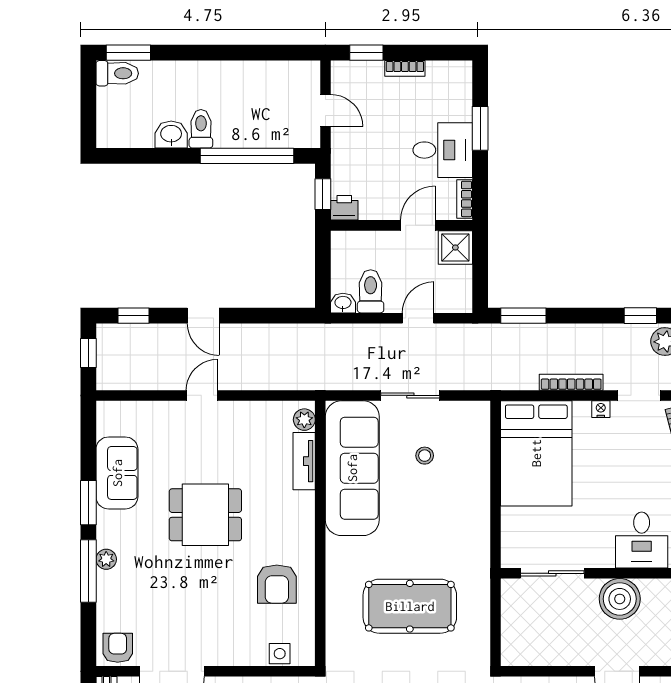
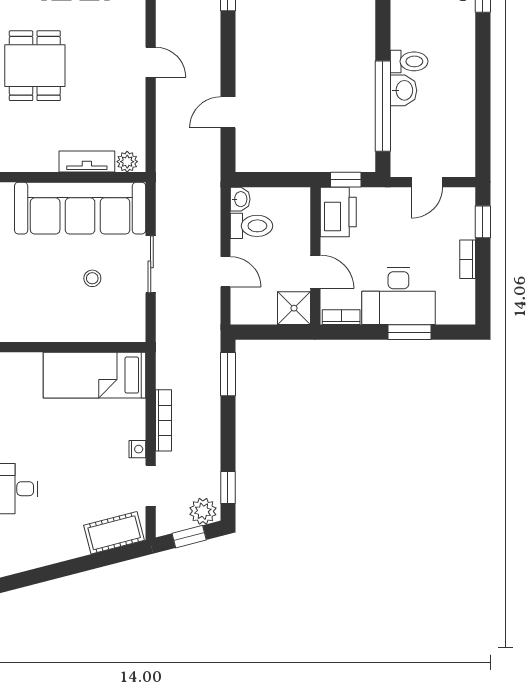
washbasin: (171, 135) -> (404, 90), moved
desk: (443, 150) -> (398, 296), width x1.37
printer: (344, 208) -> (338, 212), width x1.87, depth x1.48
door: (203, 316) -> (228, 112), moved
bed: (536, 453) -> (94, 375), width x0.67

